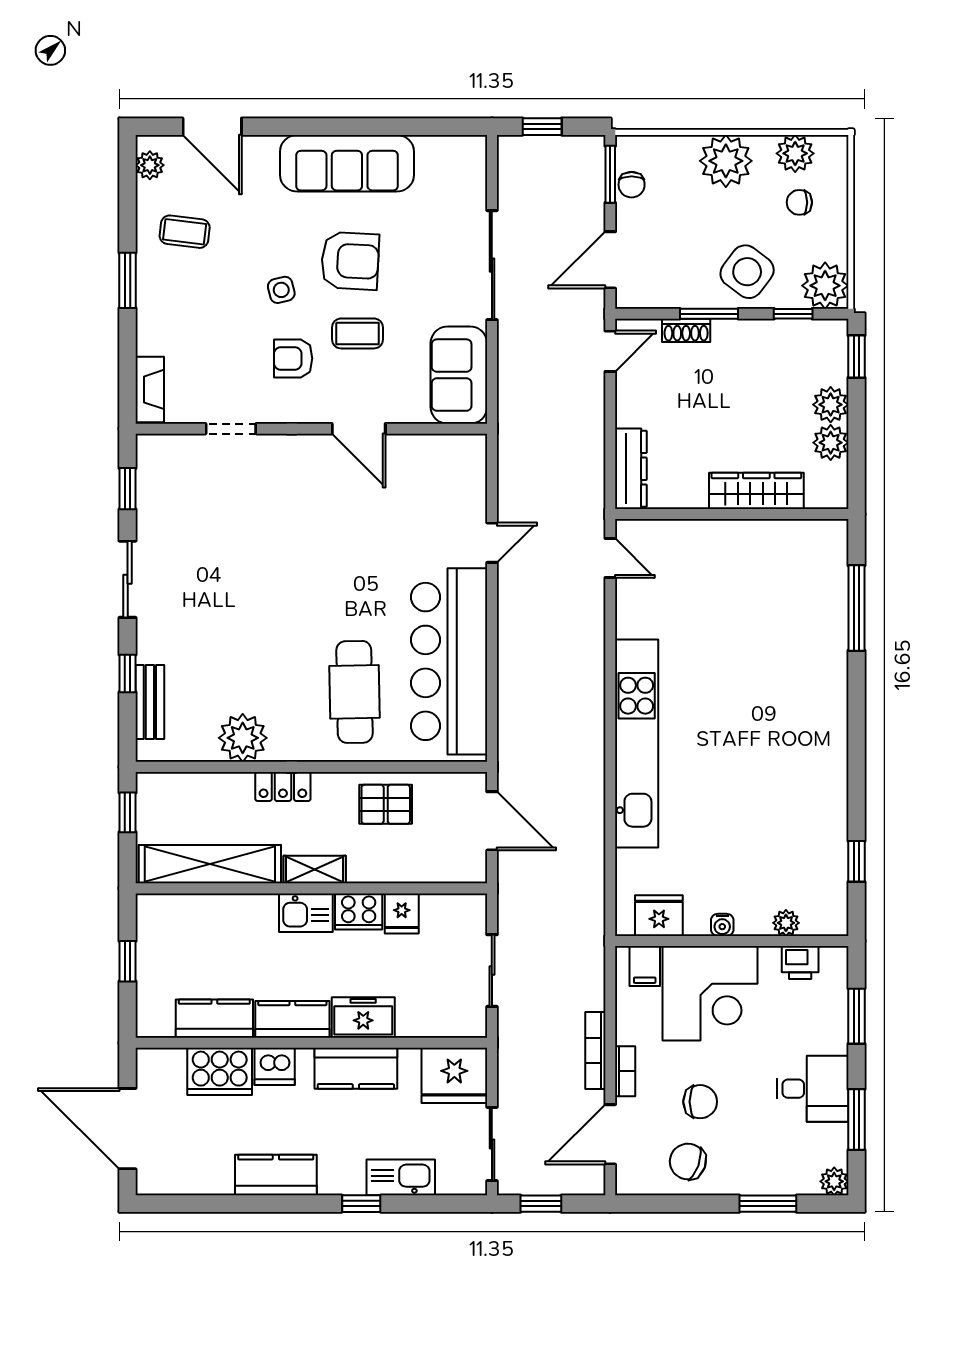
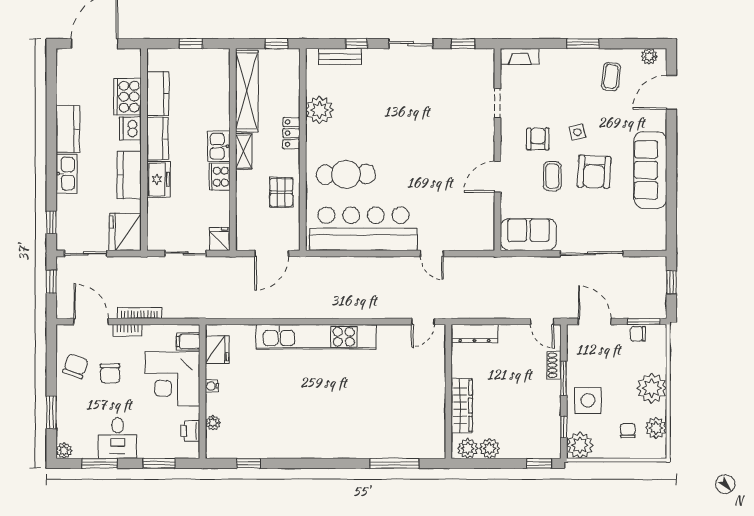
side table: (747, 272) -> (588, 400), turned -37
plant: (831, 405) -> (468, 448), moved
fridge: (402, 913) -> (219, 239), moved, turned 90
kitchen sink: (401, 1177) -> (66, 174), moved
window: (361, 1204) -> (51, 222), moved

